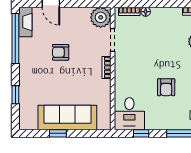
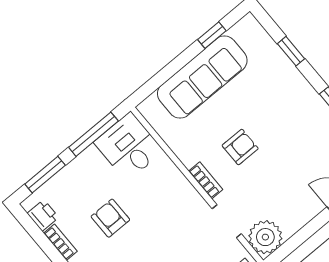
armchair: (61, 52) -> (240, 147), moved
window: (58, 133) -> (212, 35), moved
window: (141, 133) -> (93, 134), width x2.17

